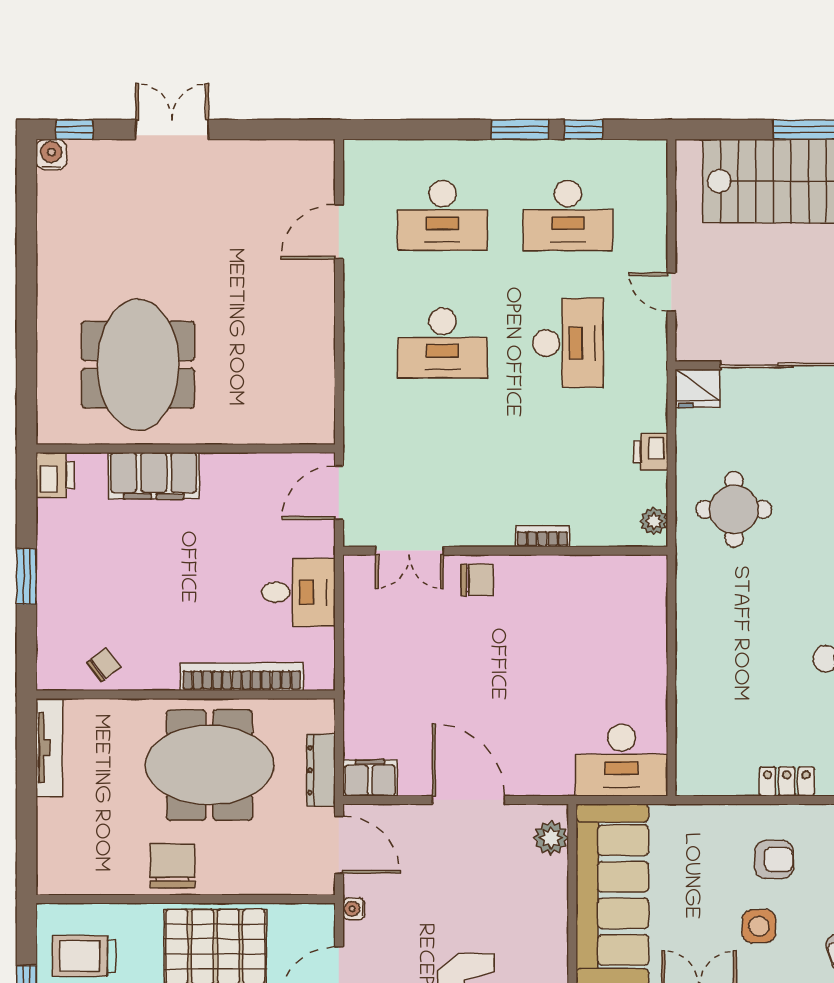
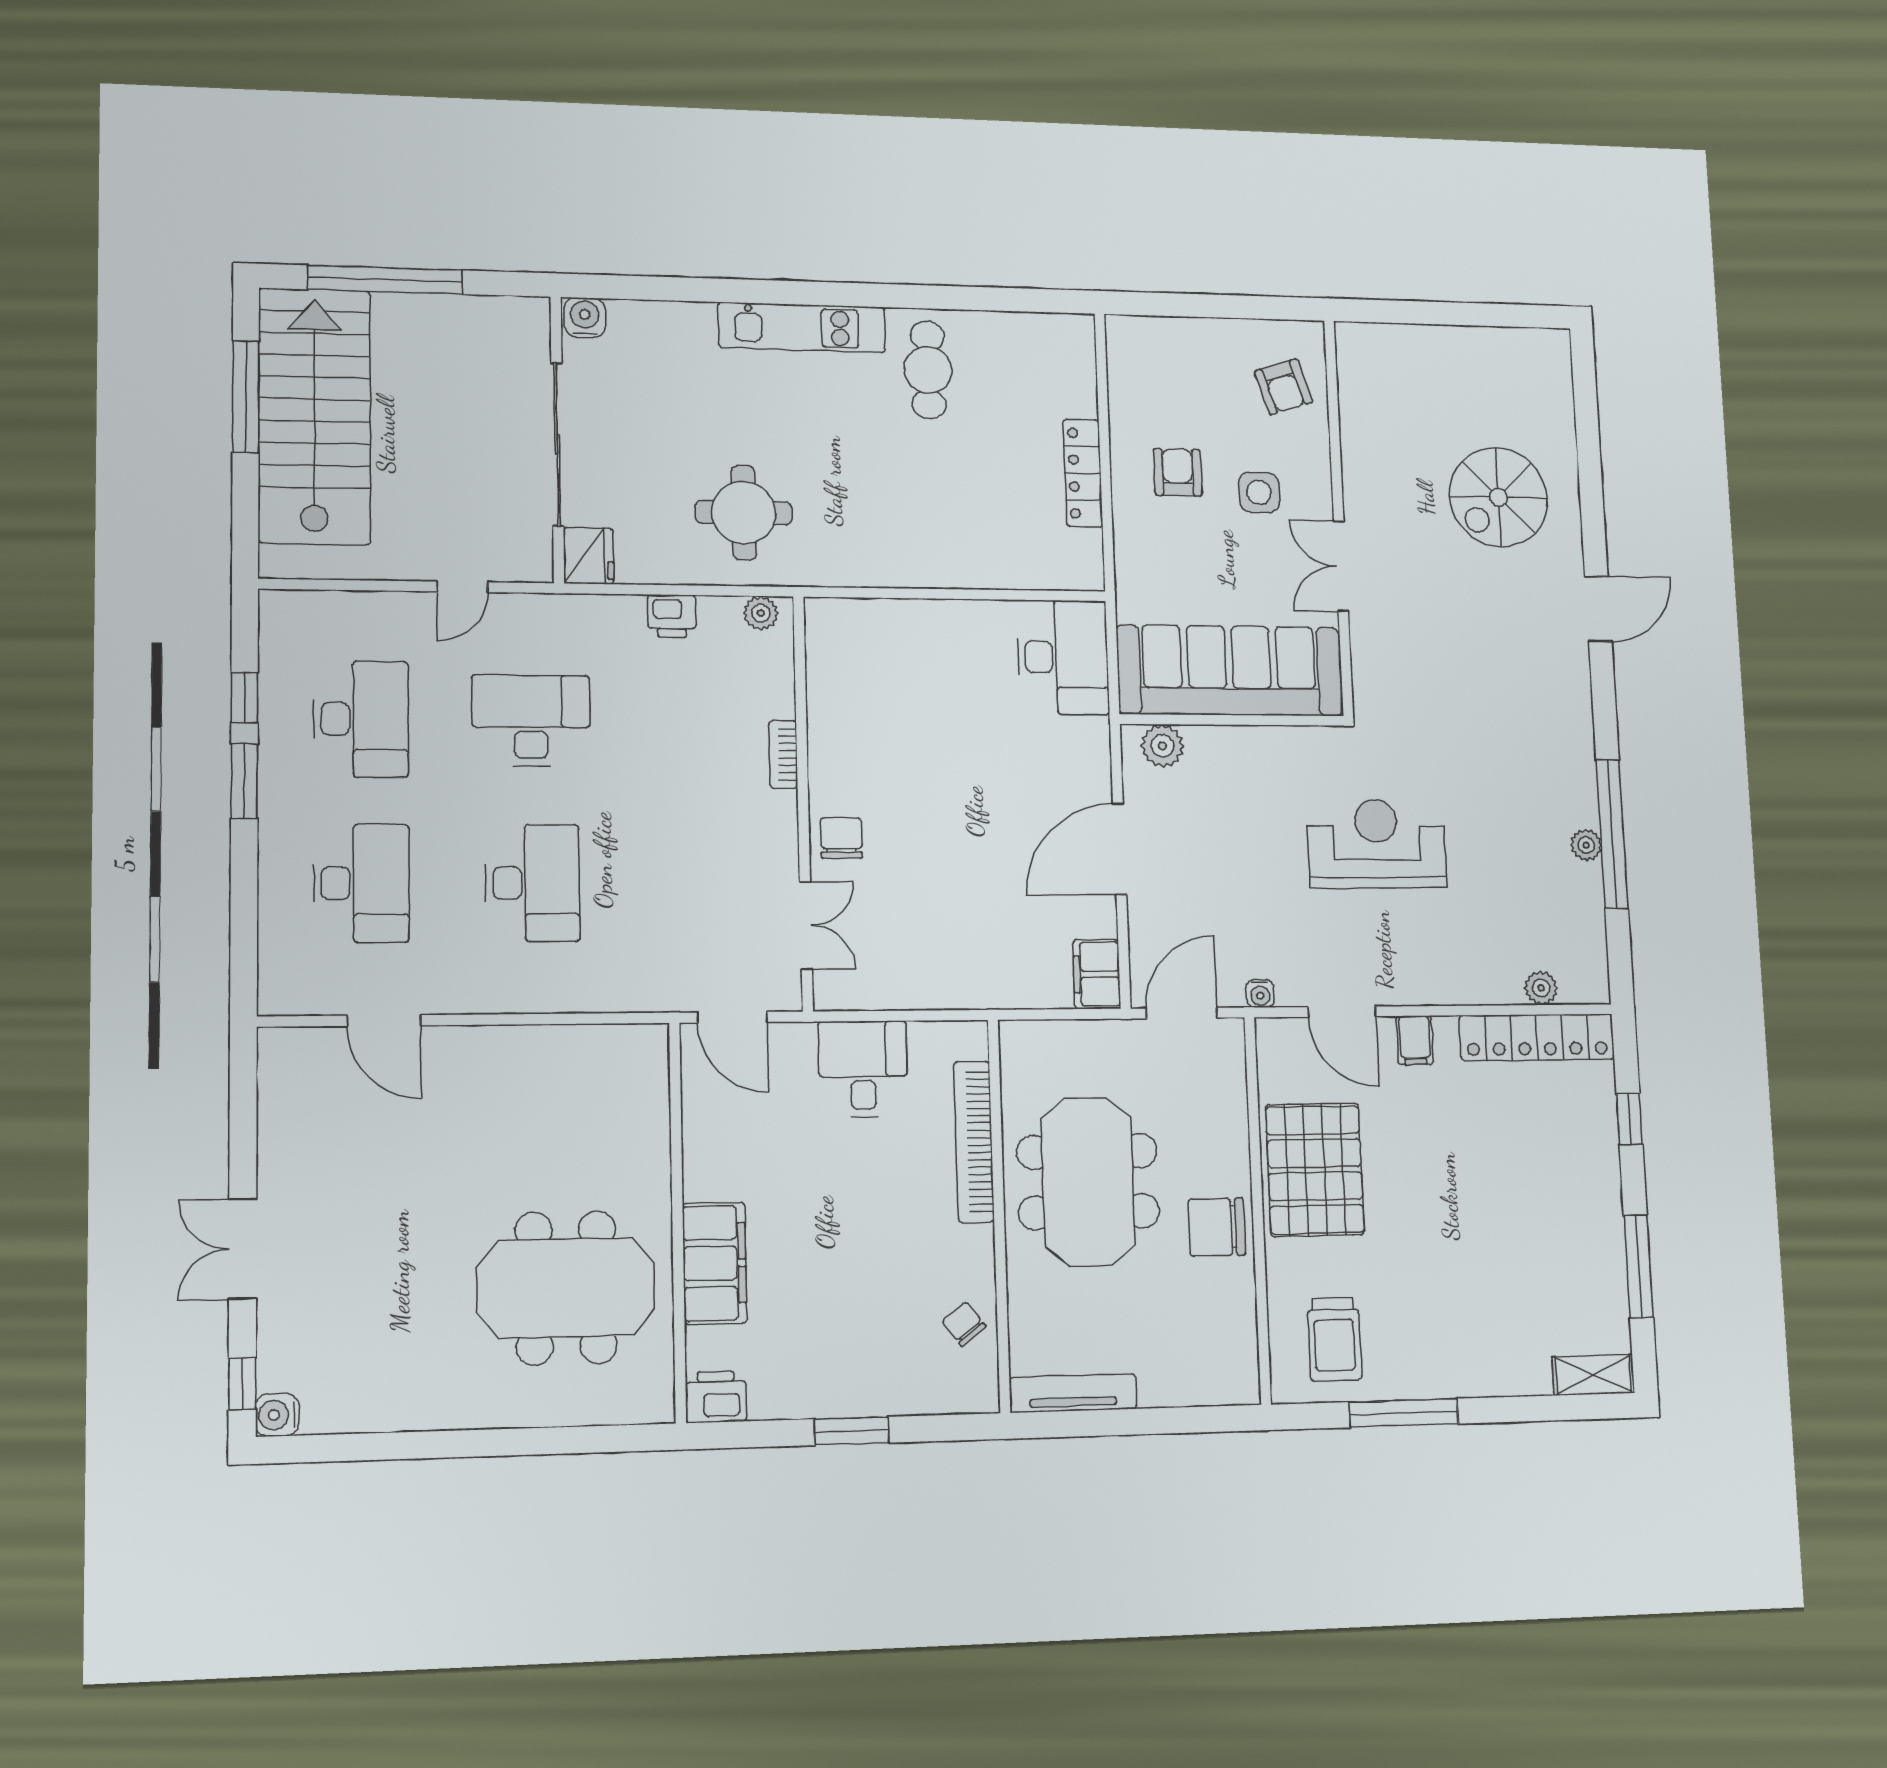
dresser: (321, 770) -> (1089, 1037), removed
locker: (787, 782) -> (1083, 473), width x1.53

